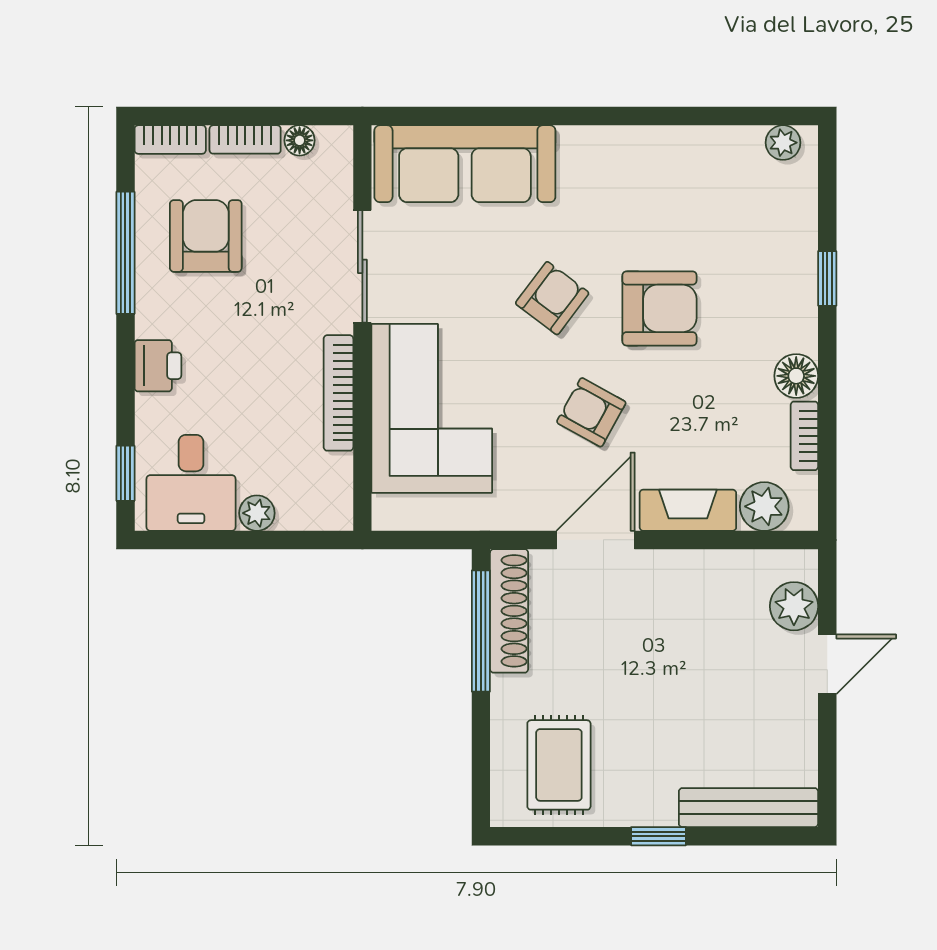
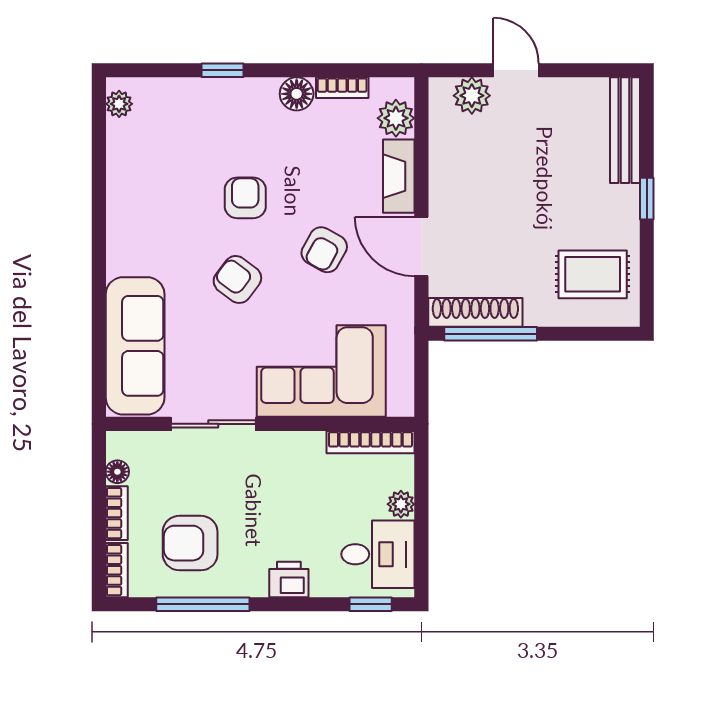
armchair: (659, 308) -> (245, 198), width x0.72, depth x0.72
bookcase: (338, 393) -> (370, 442), moved

